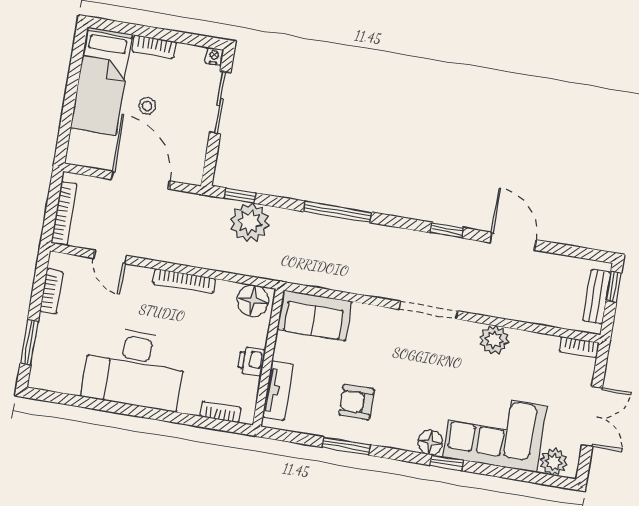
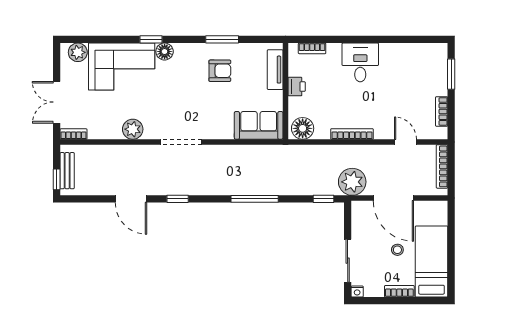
plant: (250, 222) -> (352, 182), moved
desk: (134, 368) -> (360, 62), width x0.53, depth x0.77
double door: (592, 416) -> (57, 102), moved

